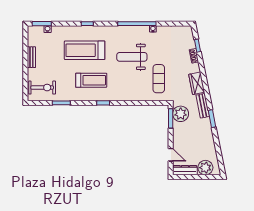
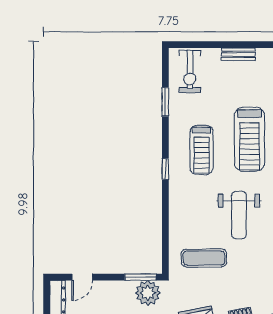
treadmill: (85, 50) -> (250, 139), turned 180
weight bench: (132, 57) -> (239, 215), turned 180

